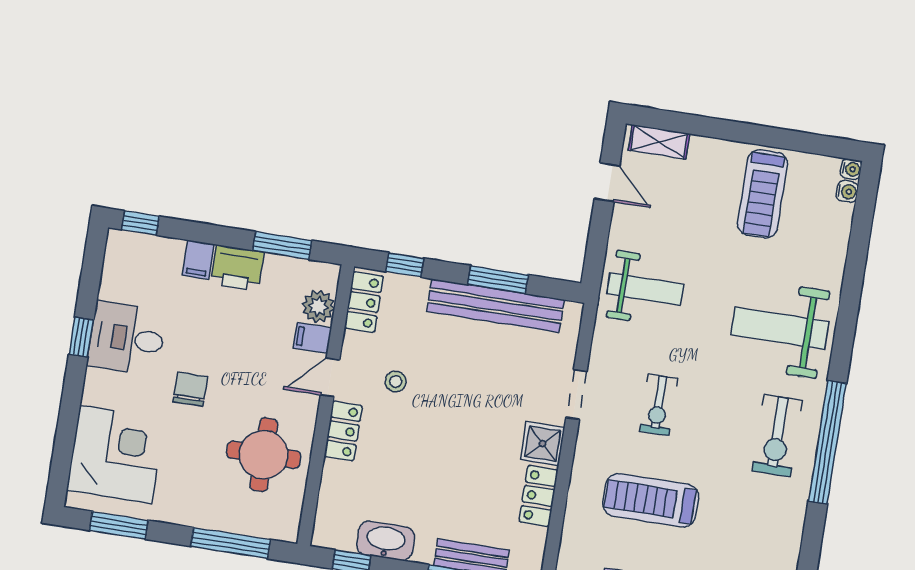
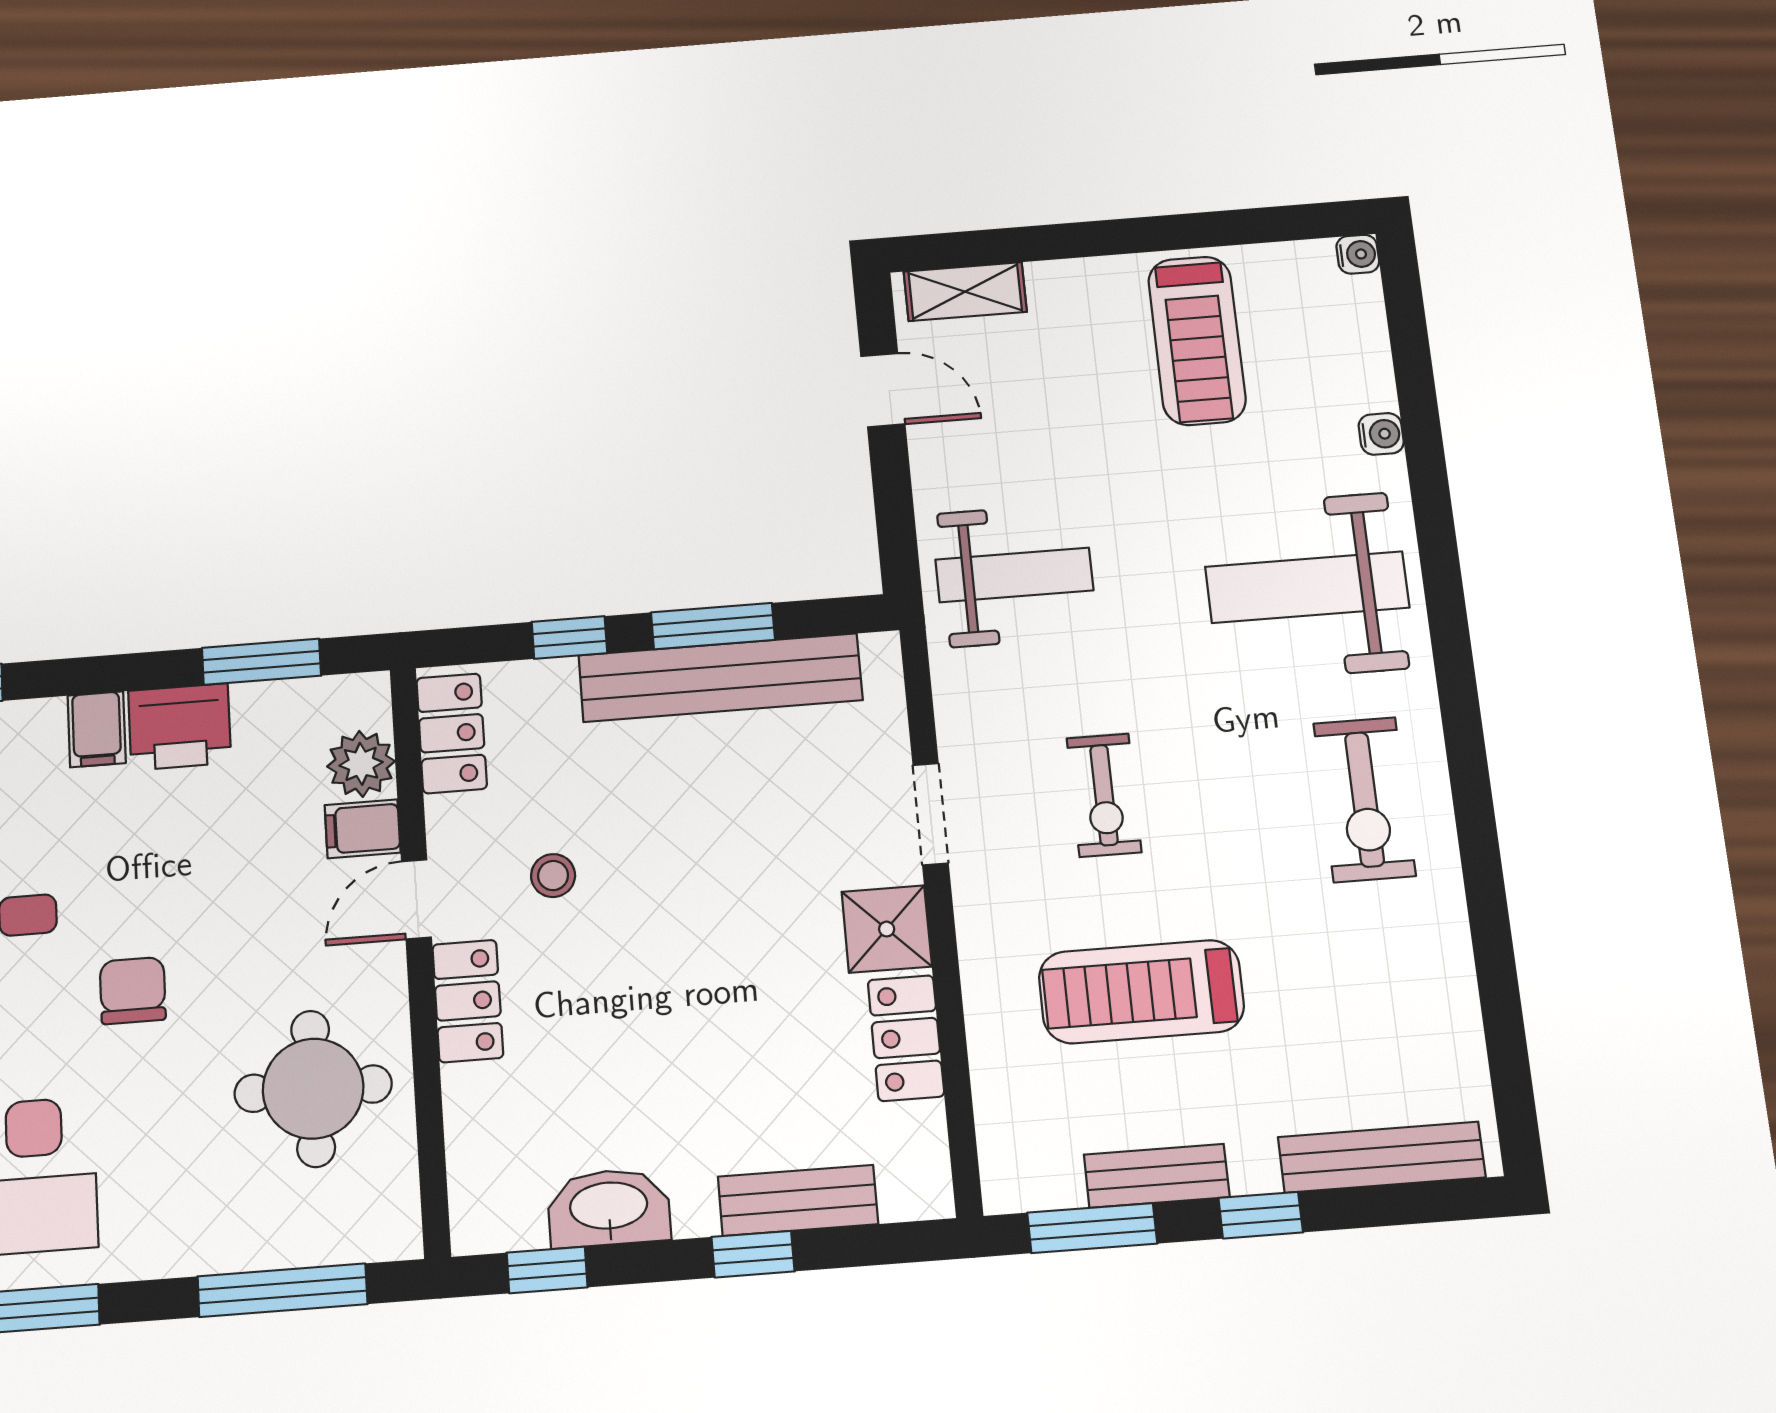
water cooler: (847, 192) -> (1381, 434), moved
window: (405, 265) -> (569, 637), moved
window: (827, 442) -> (1471, 788), removed

